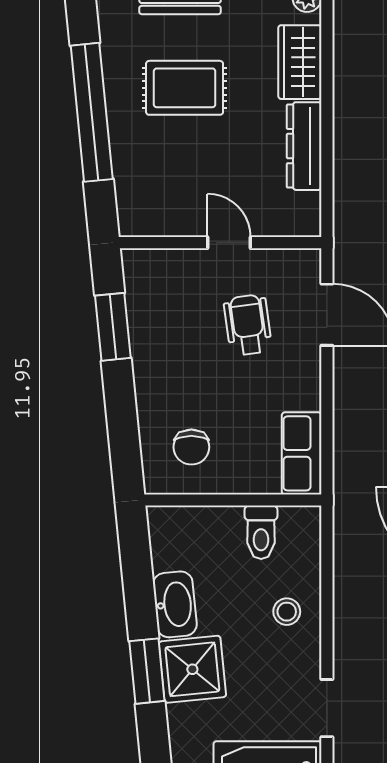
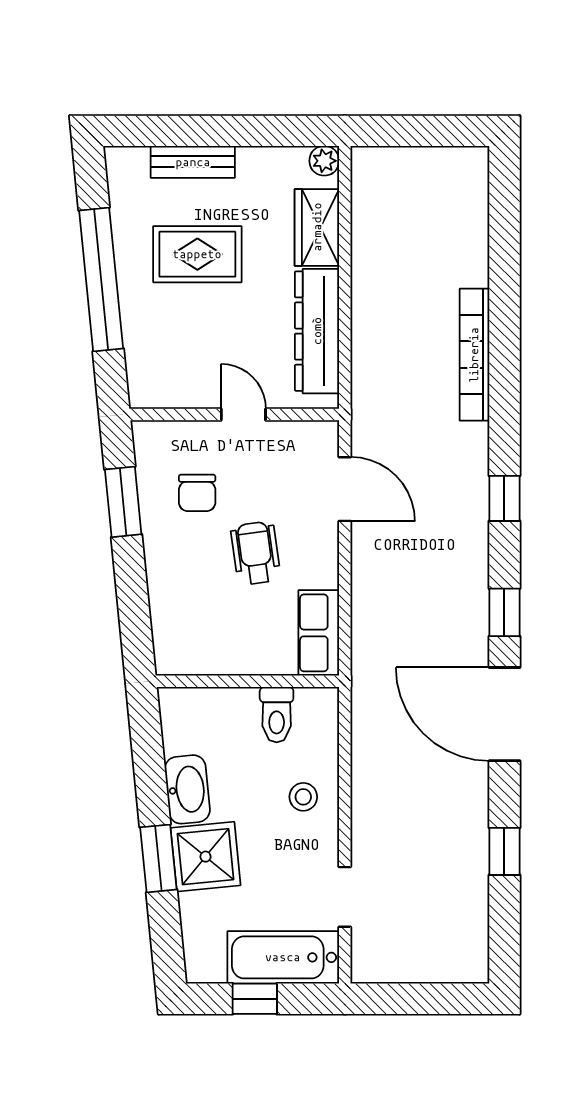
dresser: (304, 146) -> (317, 331), width x1.37, depth x1.24
wheelchair: (248, 325) -> (256, 553), moved
chair: (191, 447) -> (197, 493), moved

